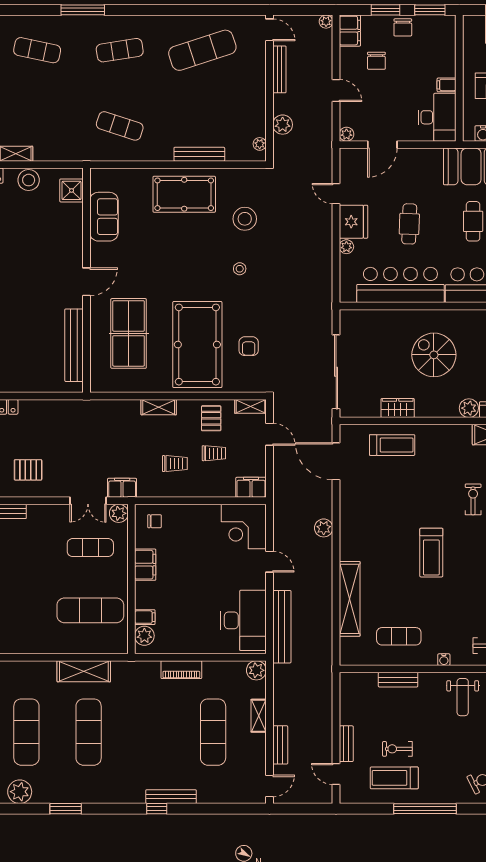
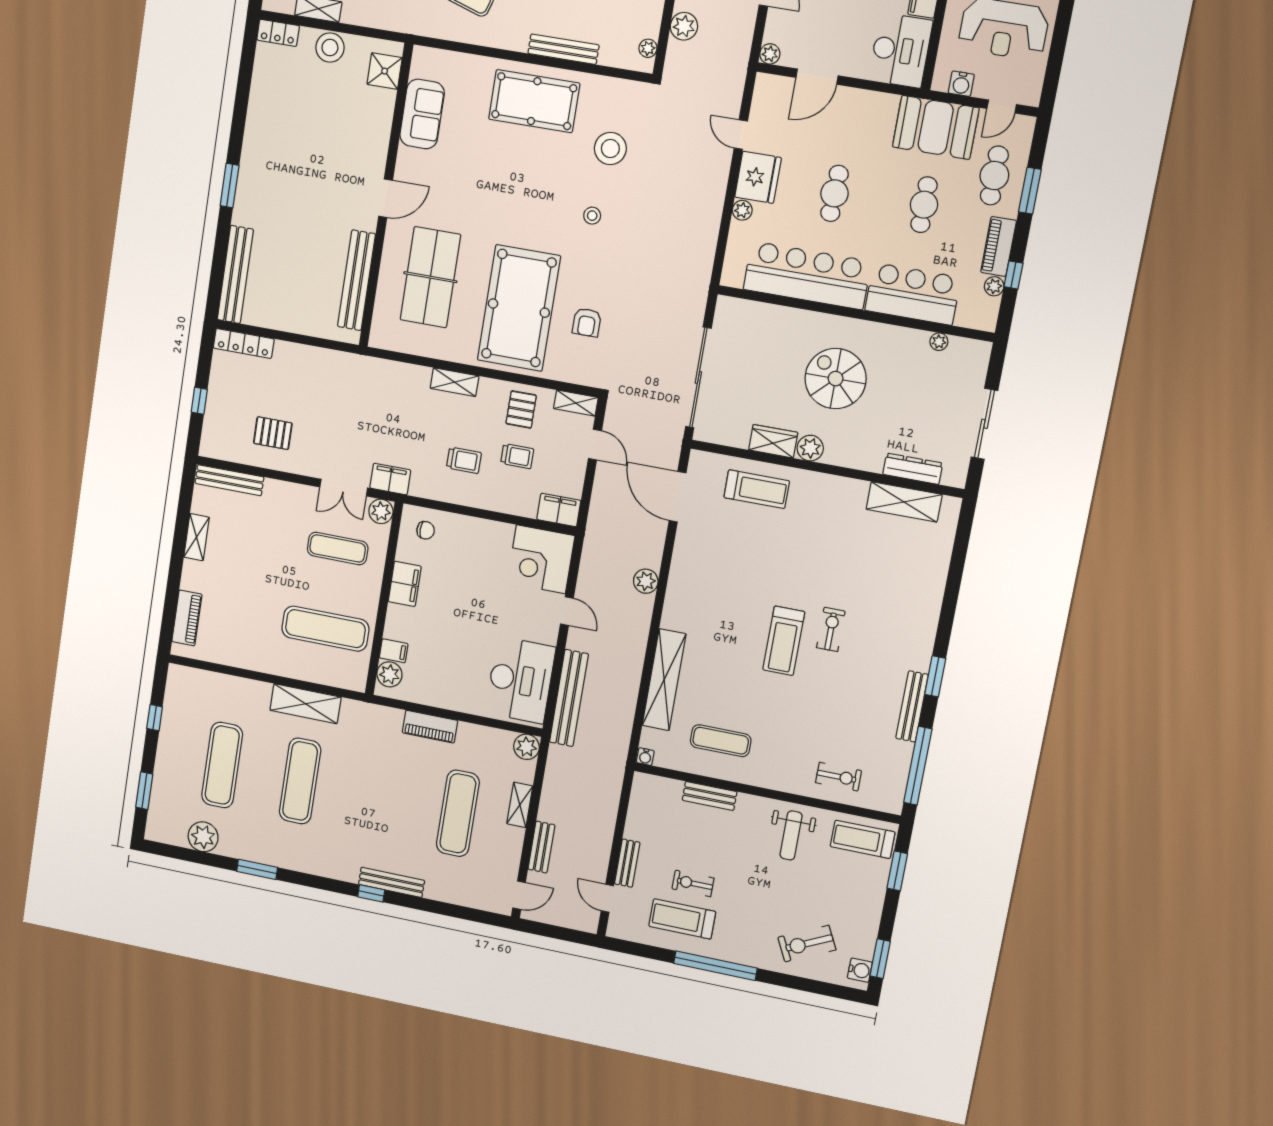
plant: (469, 408) -> (810, 448), moved
exercise bike: (473, 499) -> (831, 629), moved
water cooler: (444, 660) -> (645, 757), moved

